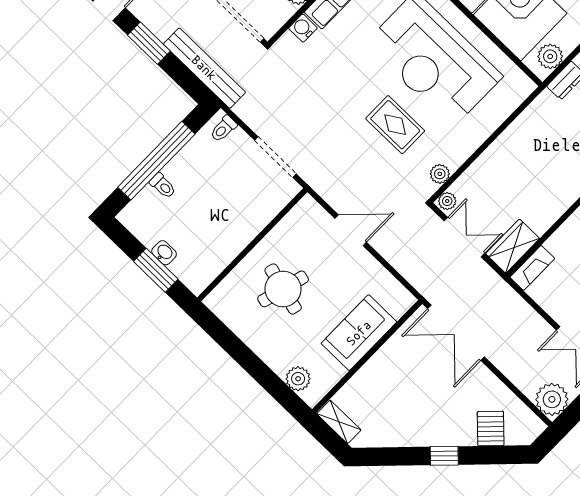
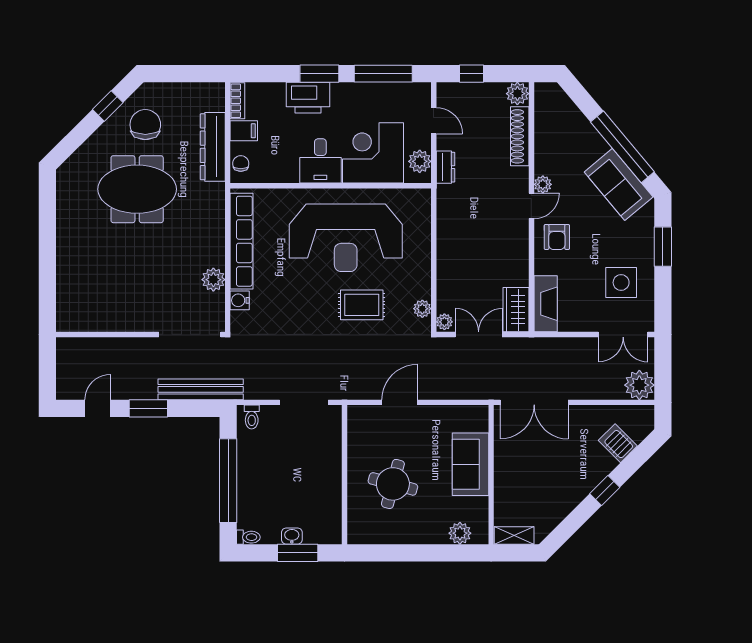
toilet: (163, 186) -> (248, 537), moved
fireplace: (532, 268) -> (546, 304), width x1.37, depth x1.32

